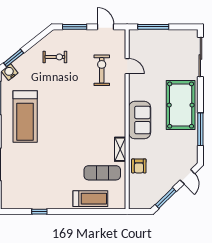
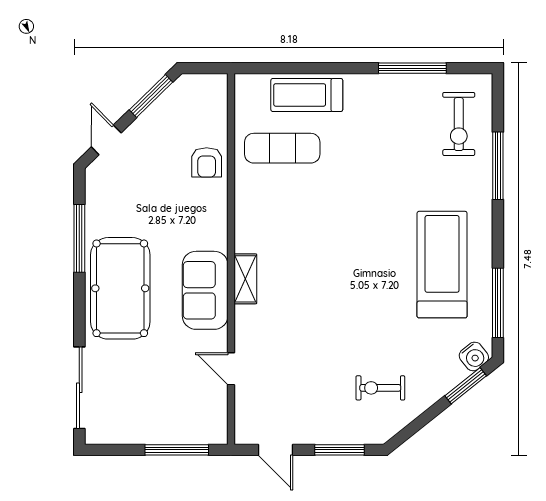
exercise bike: (102, 70) -> (459, 124), moved
sofa: (140, 120) -> (205, 290), moved
shelving: (120, 149) -> (245, 279), moved
armchair: (139, 166) -> (207, 162), turned 180
window: (39, 212) -> (412, 68), width x2.17

